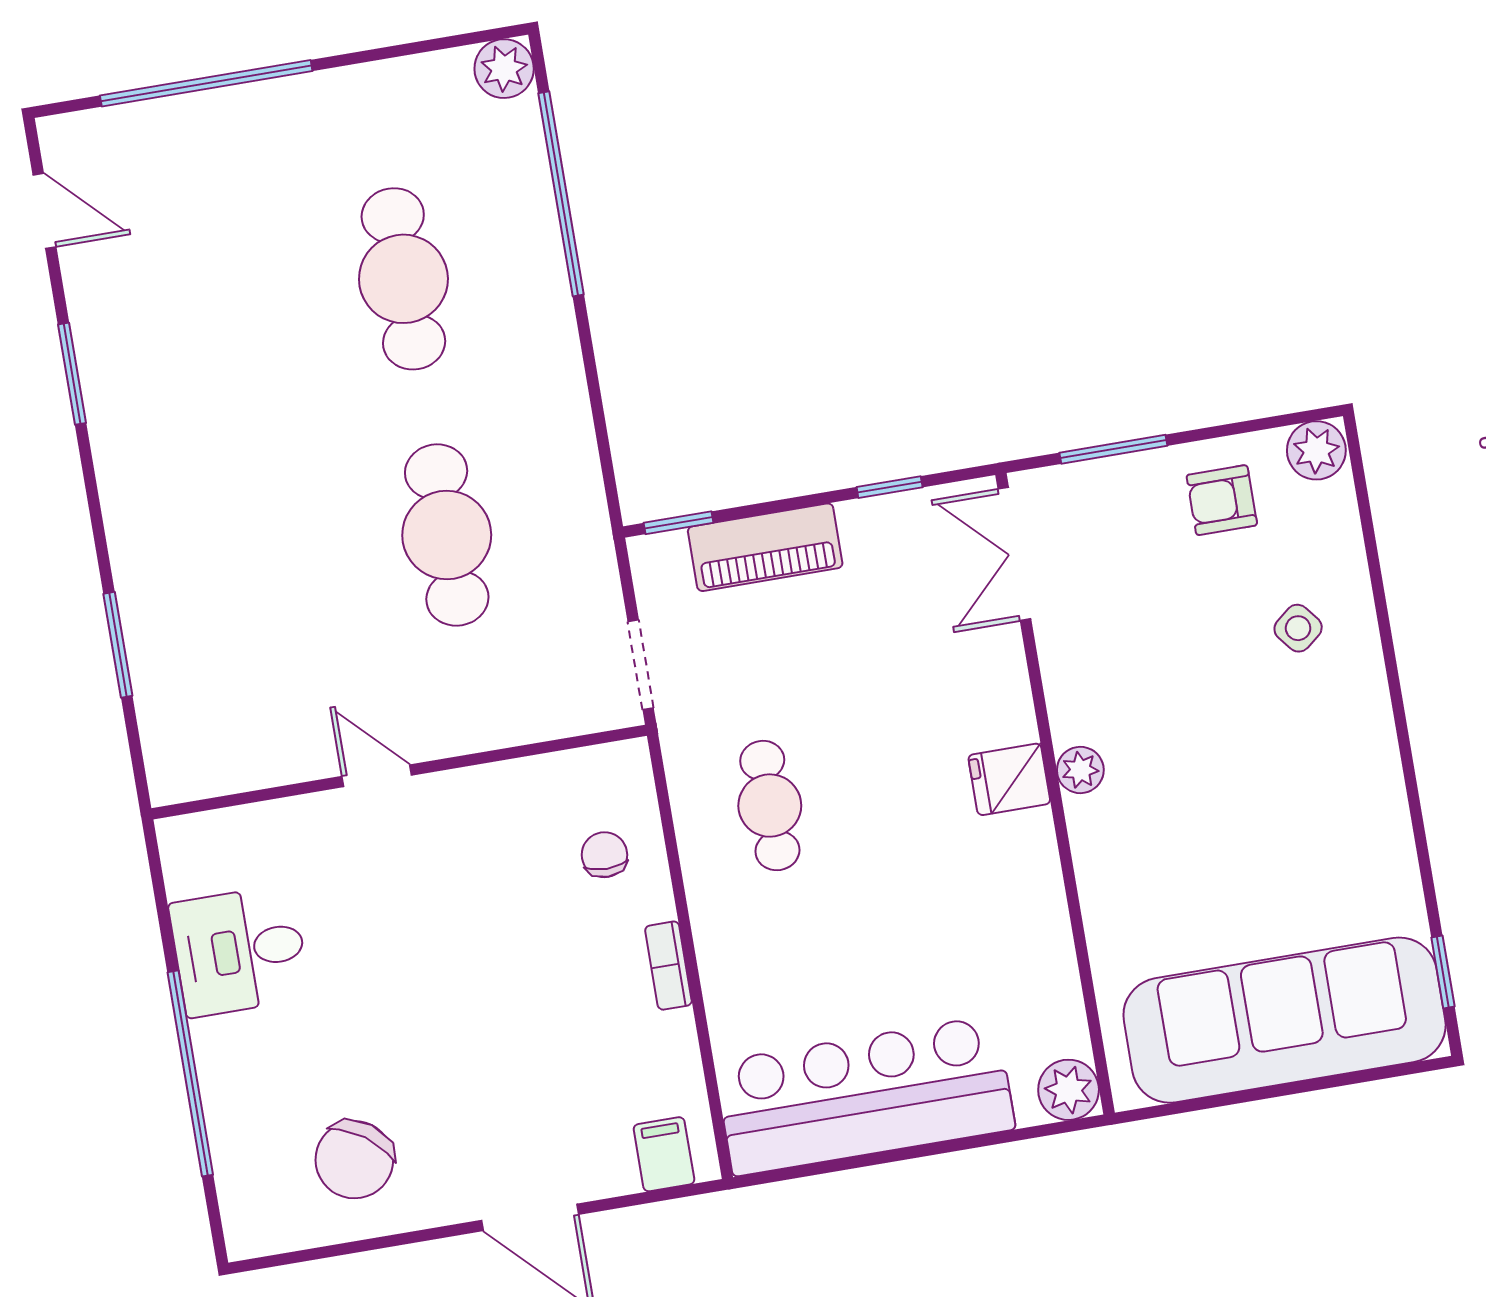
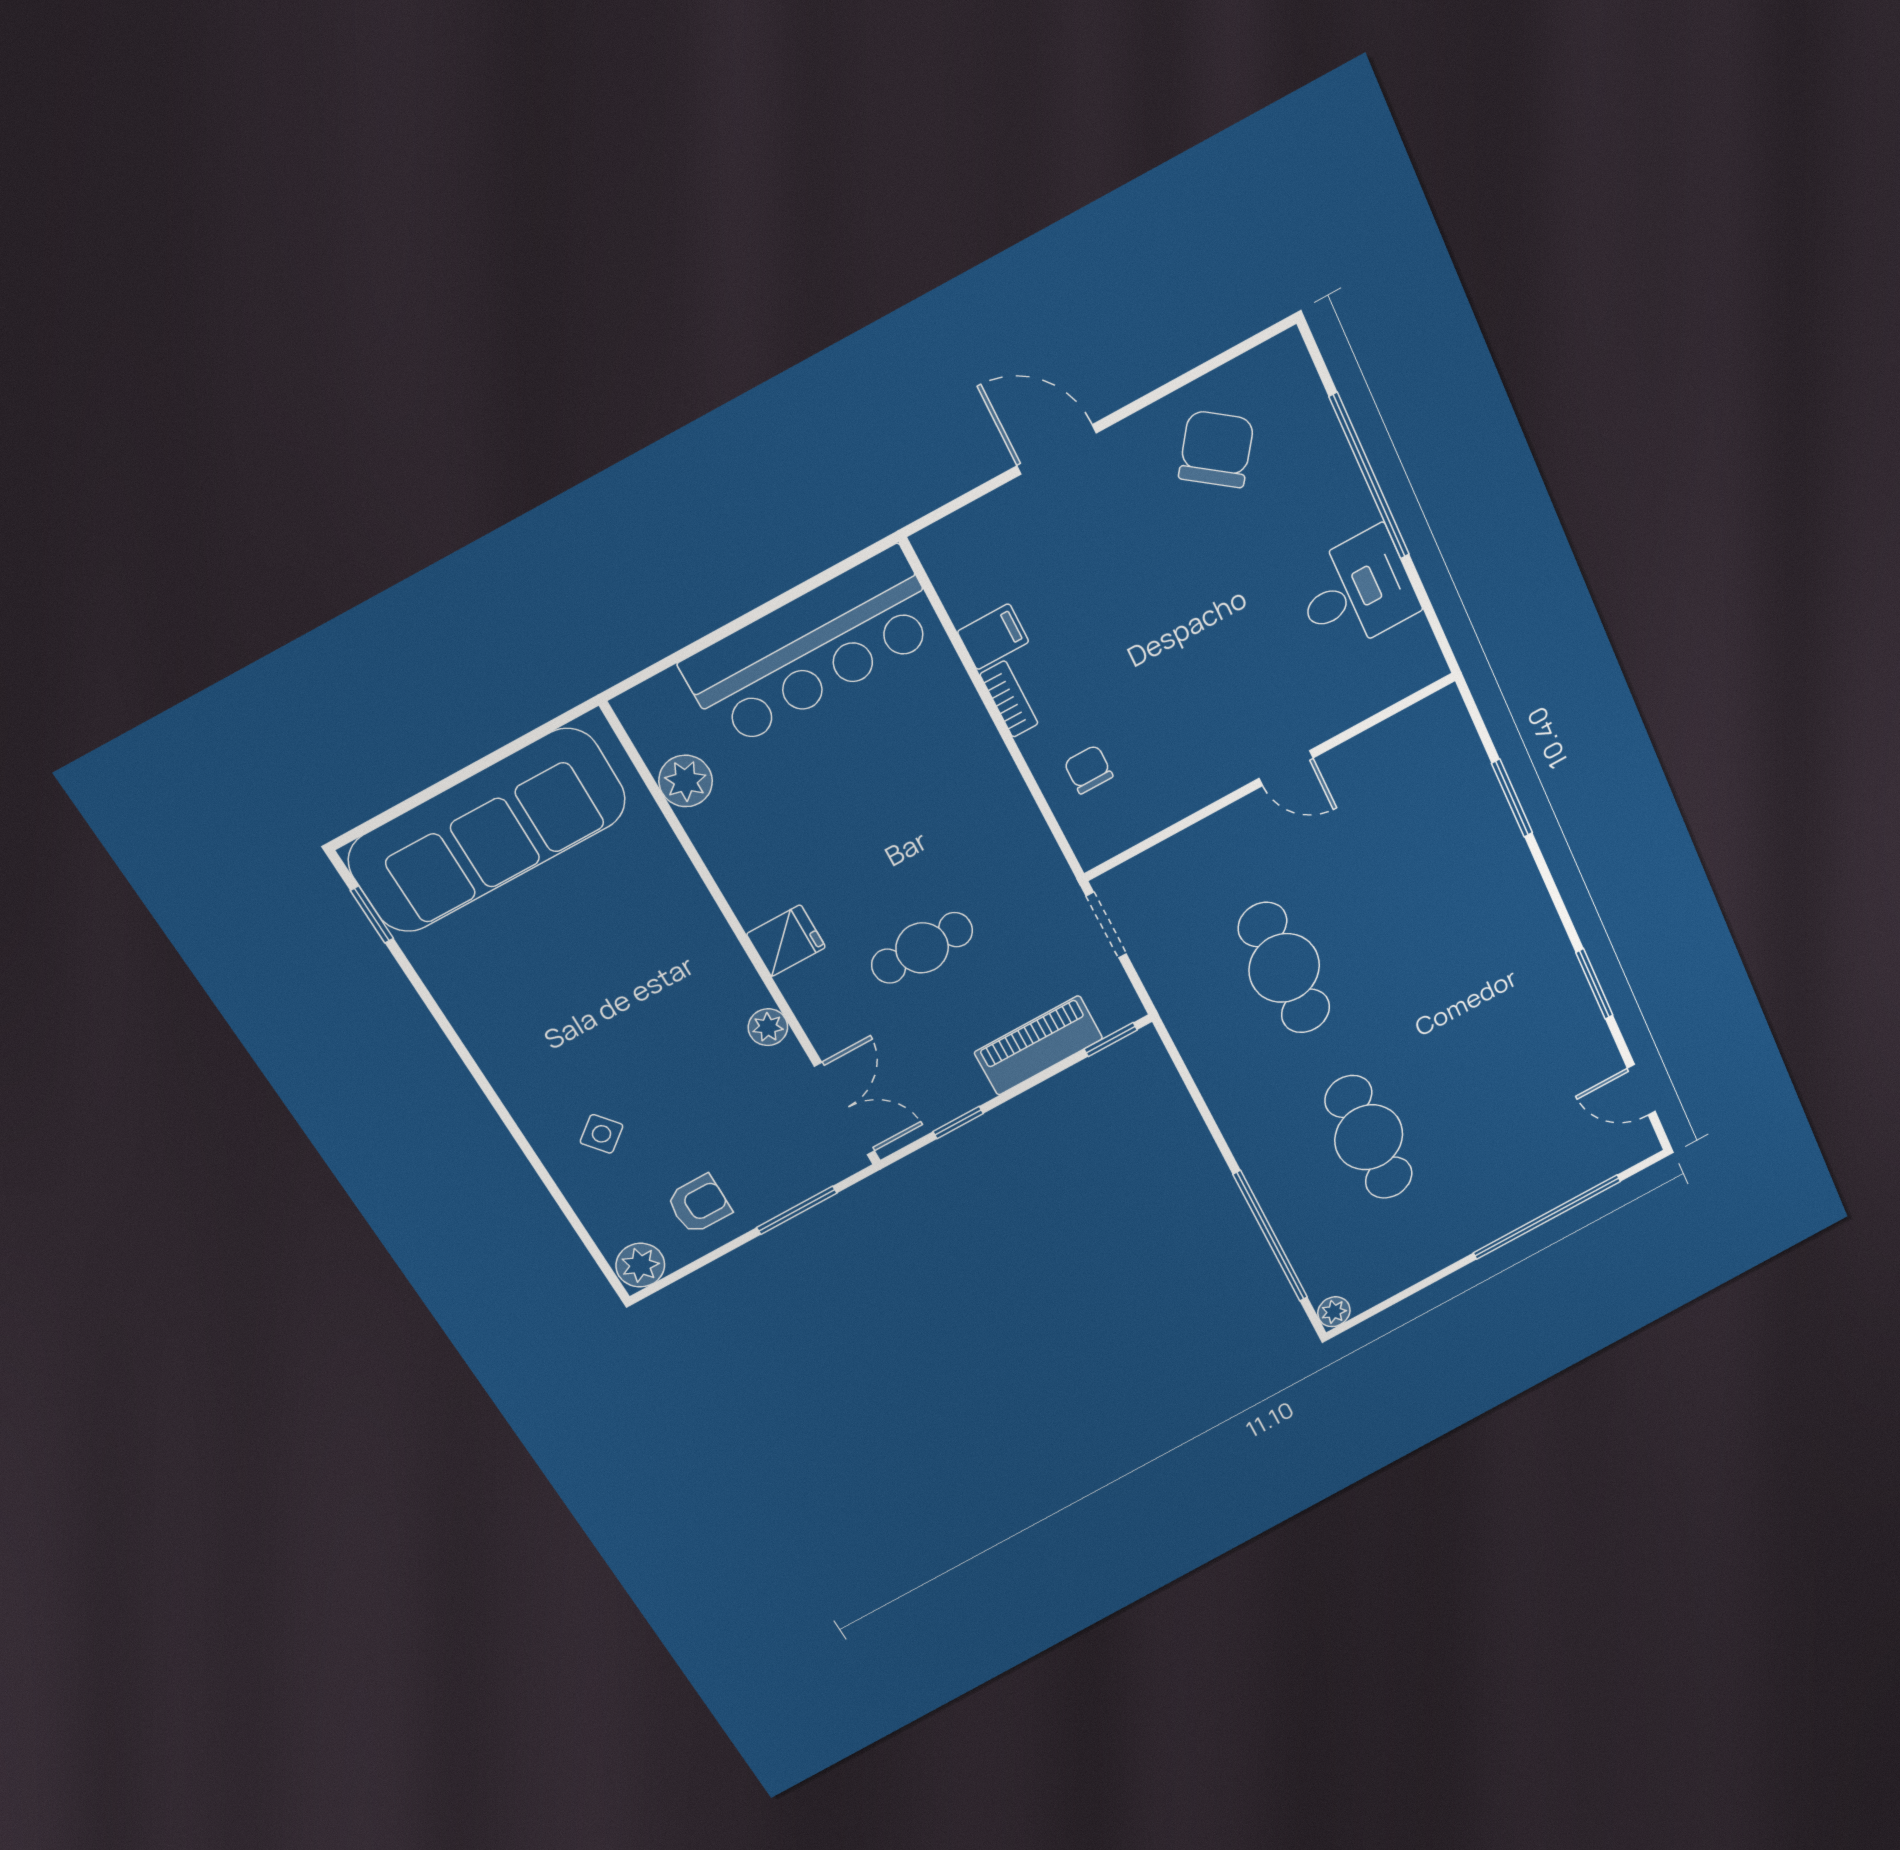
plant: (504, 69) -> (1334, 1312), width x0.73, depth x0.73
plant: (1080, 770) -> (768, 1027), moved
cafe table: (770, 806) -> (922, 948), moved, turned 90
chair: (604, 855) -> (1088, 769), turned 180
plant: (1069, 1090) -> (686, 781), moved
filing cabinet: (664, 1154) -> (993, 637), moved, turned -90

